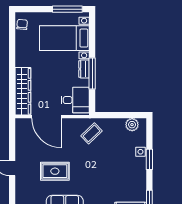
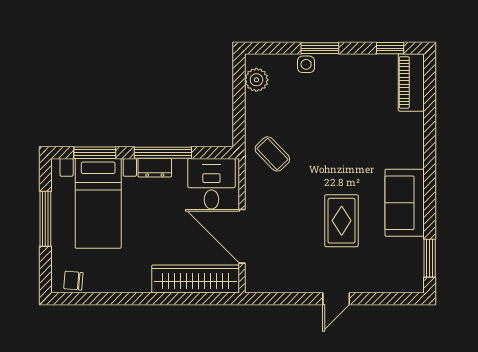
window: (67, 9) -> (45, 219), moved
window: (92, 36) -> (95, 153), added
door: (46, 117) -> (242, 236), swing flipped

